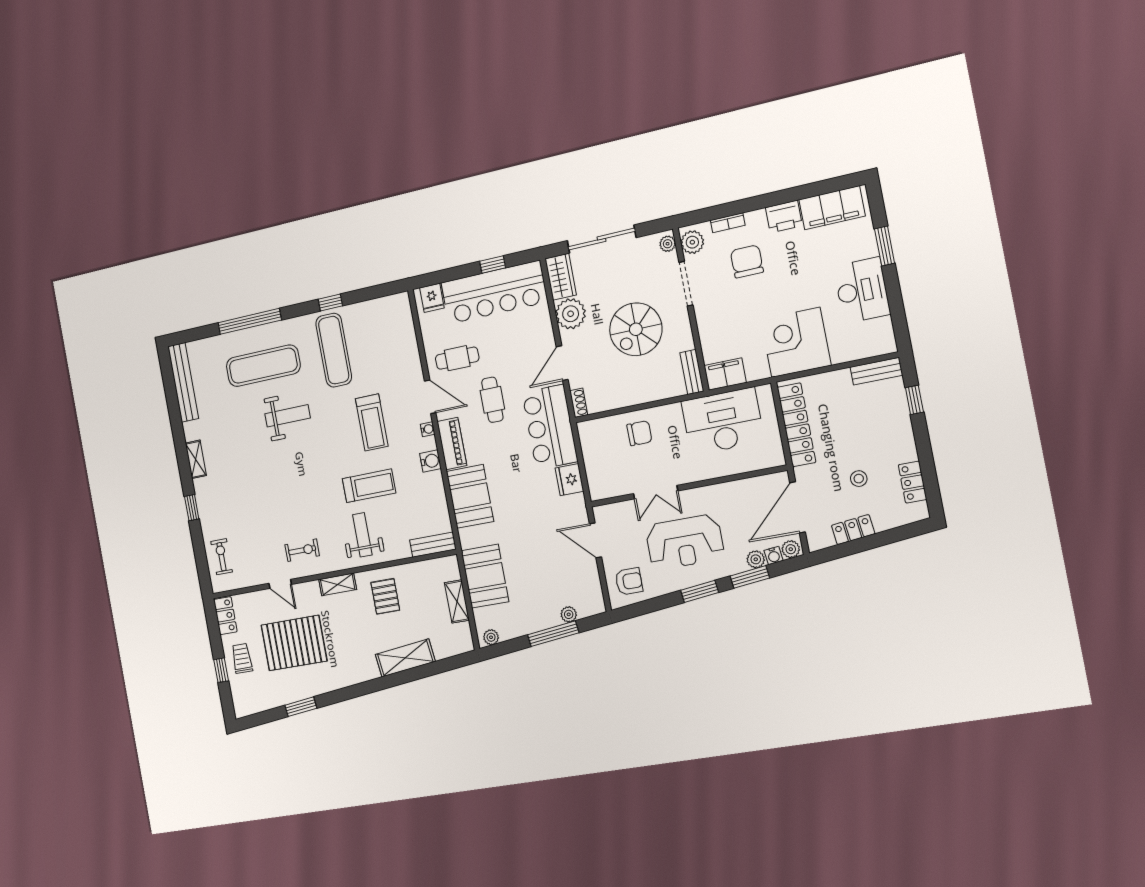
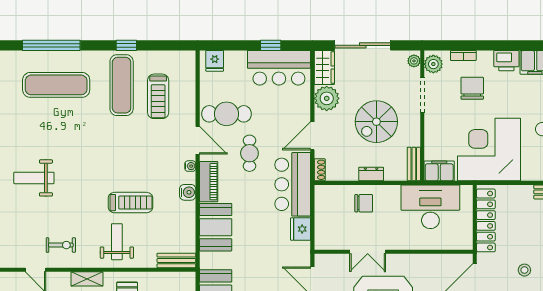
bar counter: (494, 292) -> (279, 68), width x0.73
corner desk: (796, 342) -> (489, 150), width x1.36, depth x1.36
cafe table: (457, 358) -> (226, 114), width x1.37, depth x1.35
dresser: (642, 395) -> (371, 174), added
weight bench: (288, 416) -> (34, 178), moved, turned 180
treadmill: (372, 422) -> (158, 96), moved

